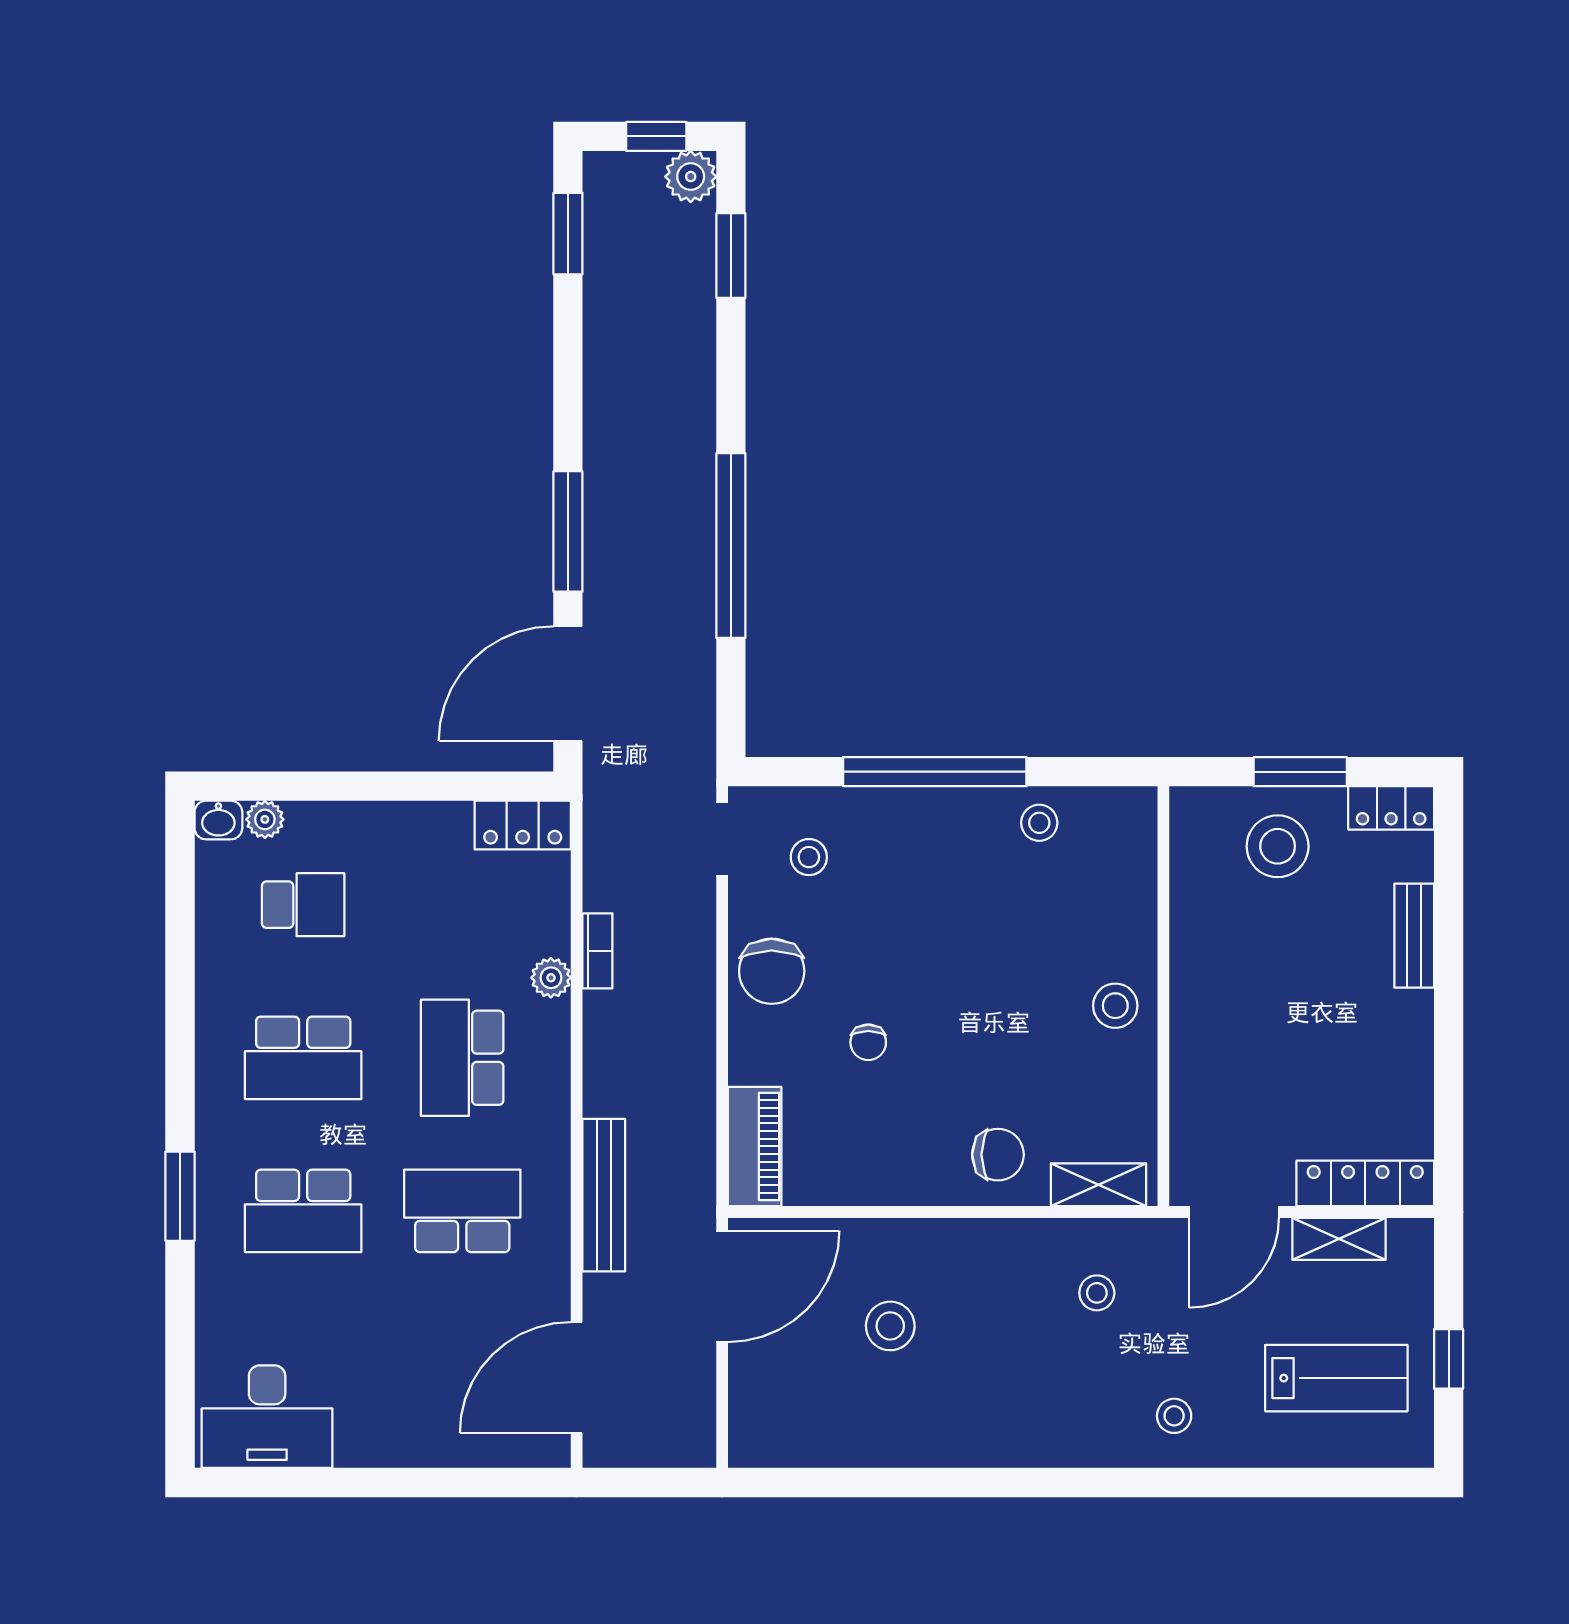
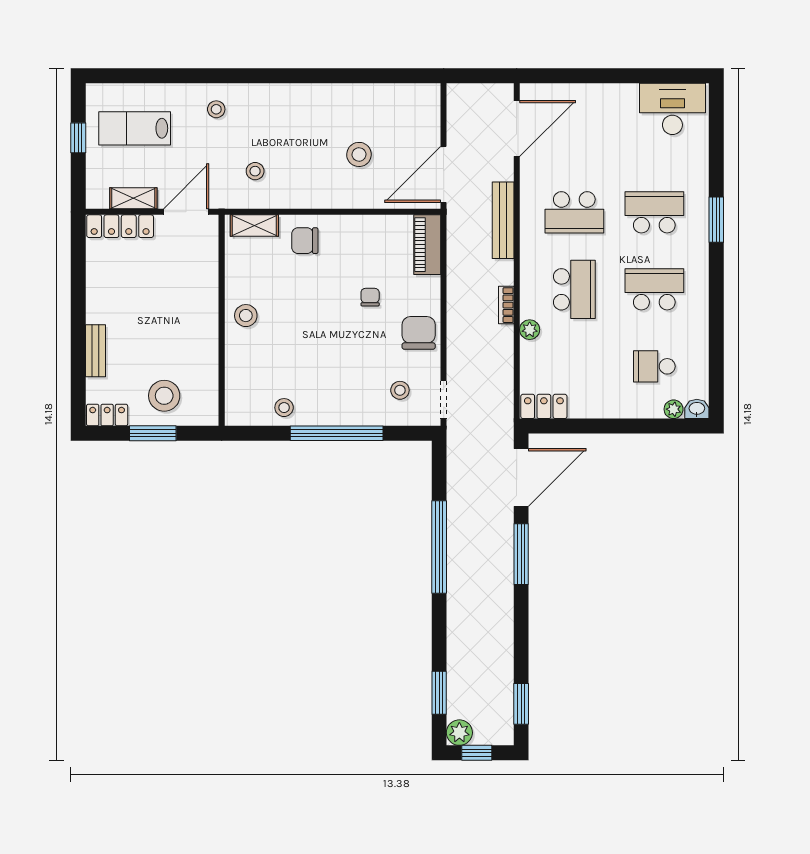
bookcase: (597, 951) -> (506, 305), moved

